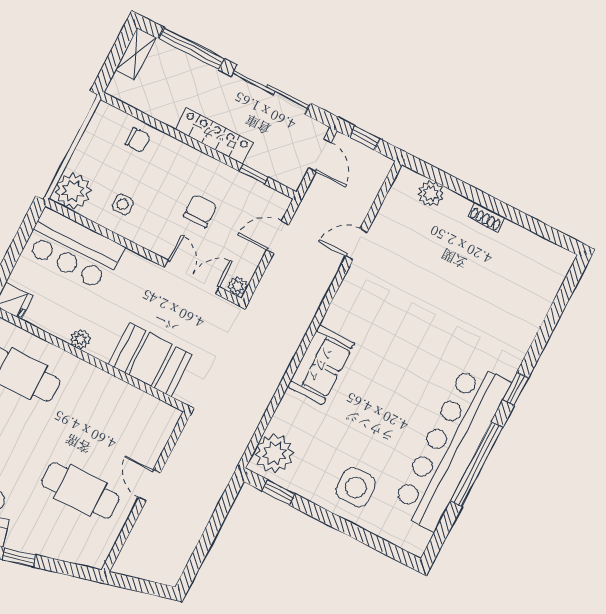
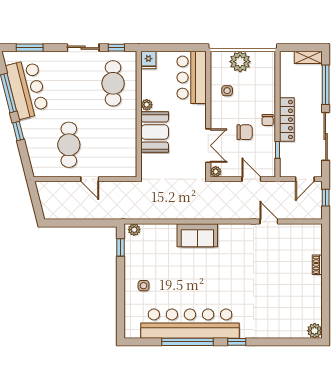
chair: (138, 140) -> (268, 120), moved
plant: (73, 191) -> (240, 62), moved
plant: (431, 194) -> (315, 331), moved
shoe rack: (486, 217) -> (317, 265), moved
booth: (150, 360) -> (155, 132), moved
plant: (275, 453) -> (134, 230), width x0.53, depth x0.53
door: (150, 485) -> (90, 179), swing flipped
side table: (356, 487) -> (144, 286), width x0.54, depth x0.54

